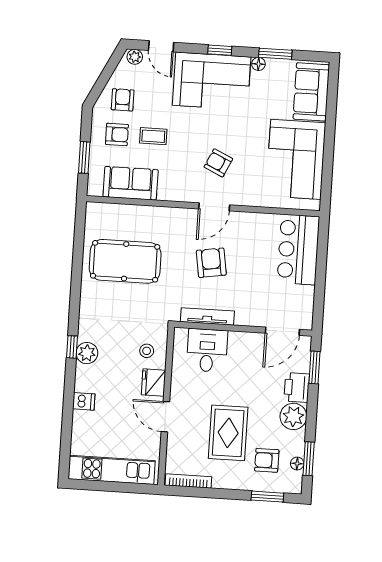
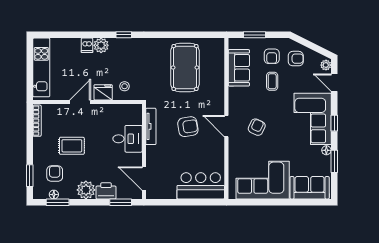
door: (161, 46) -> (334, 83), hinge flipped
desk: (207, 350) -> (128, 139), moved
plant: (87, 353) -> (101, 45), moved
rug: (228, 433) -> (72, 146), width x0.73, depth x0.70

